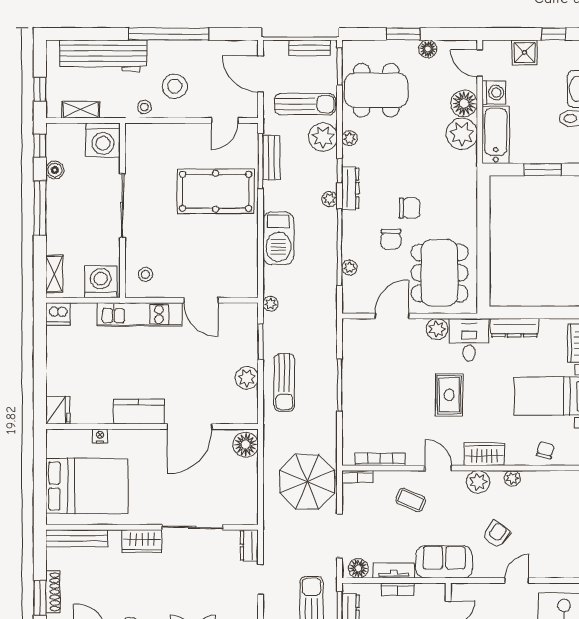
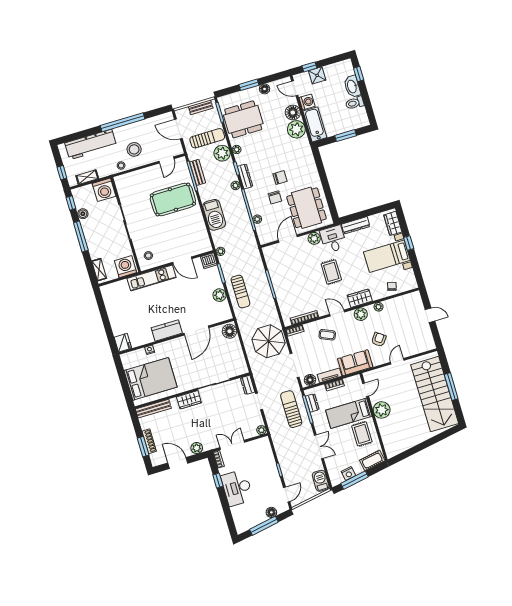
window: (554, 34) -> (309, 67), moved
dishwasher: (58, 314) -> (209, 261), moved

